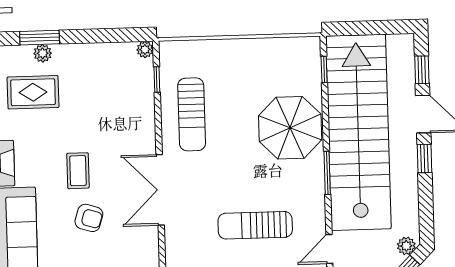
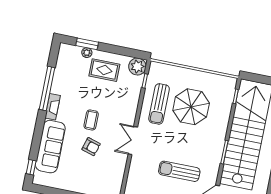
plant: (145, 50) -> (137, 67), width x1.88, depth x1.88
rug: (33, 92) -> (104, 70), moved
parasol: (290, 128) -> (191, 107), moved
double door: (160, 190) -> (133, 140), width x0.73

